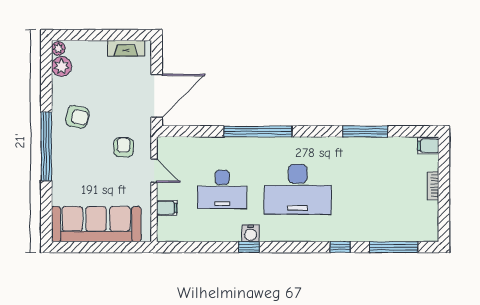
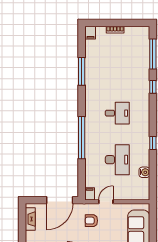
door: (157, 96) -> (60, 200), swing flipped
desk: (298, 189) -> (117, 113), width x0.53, depth x0.77
filing cabinet: (167, 208) -> (90, 194), moved
water cooler: (251, 233) -> (144, 172), moved

